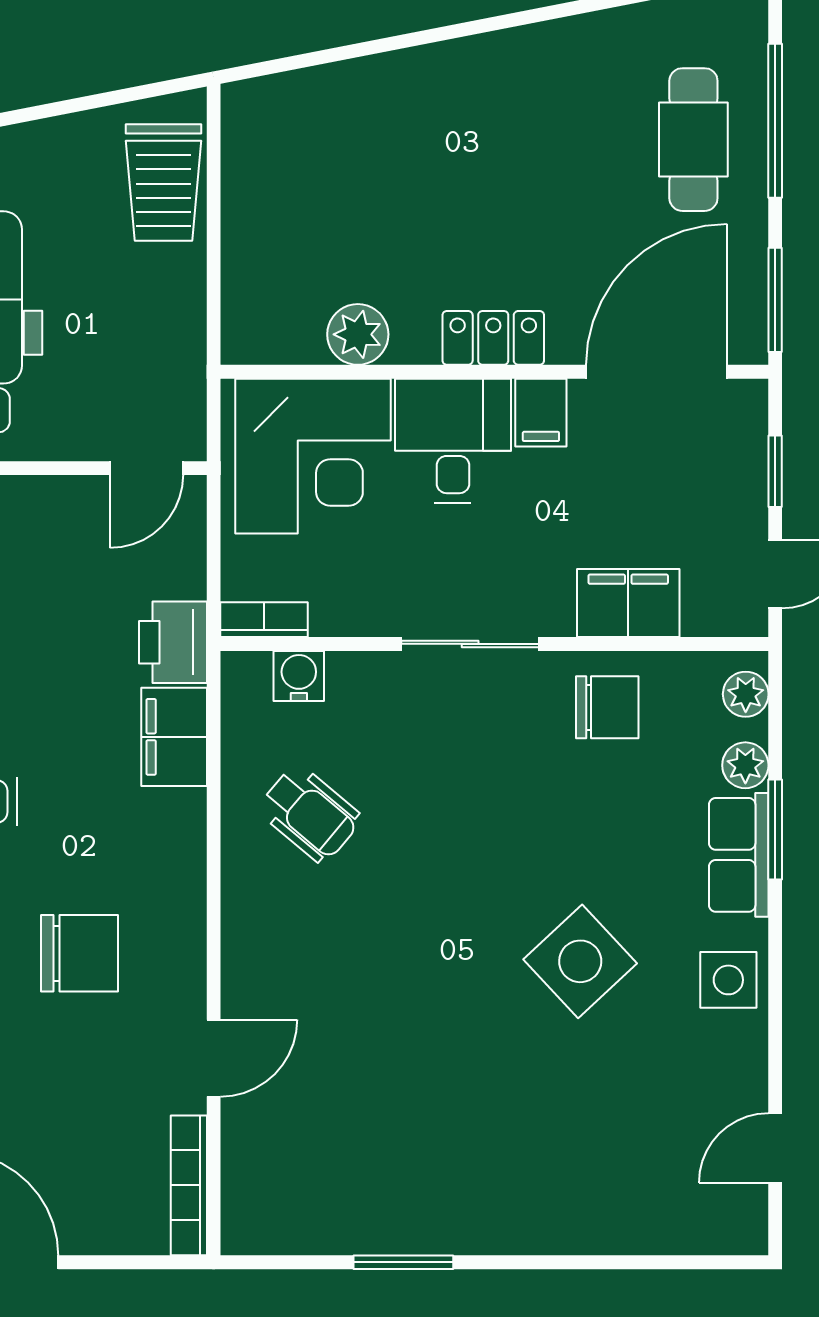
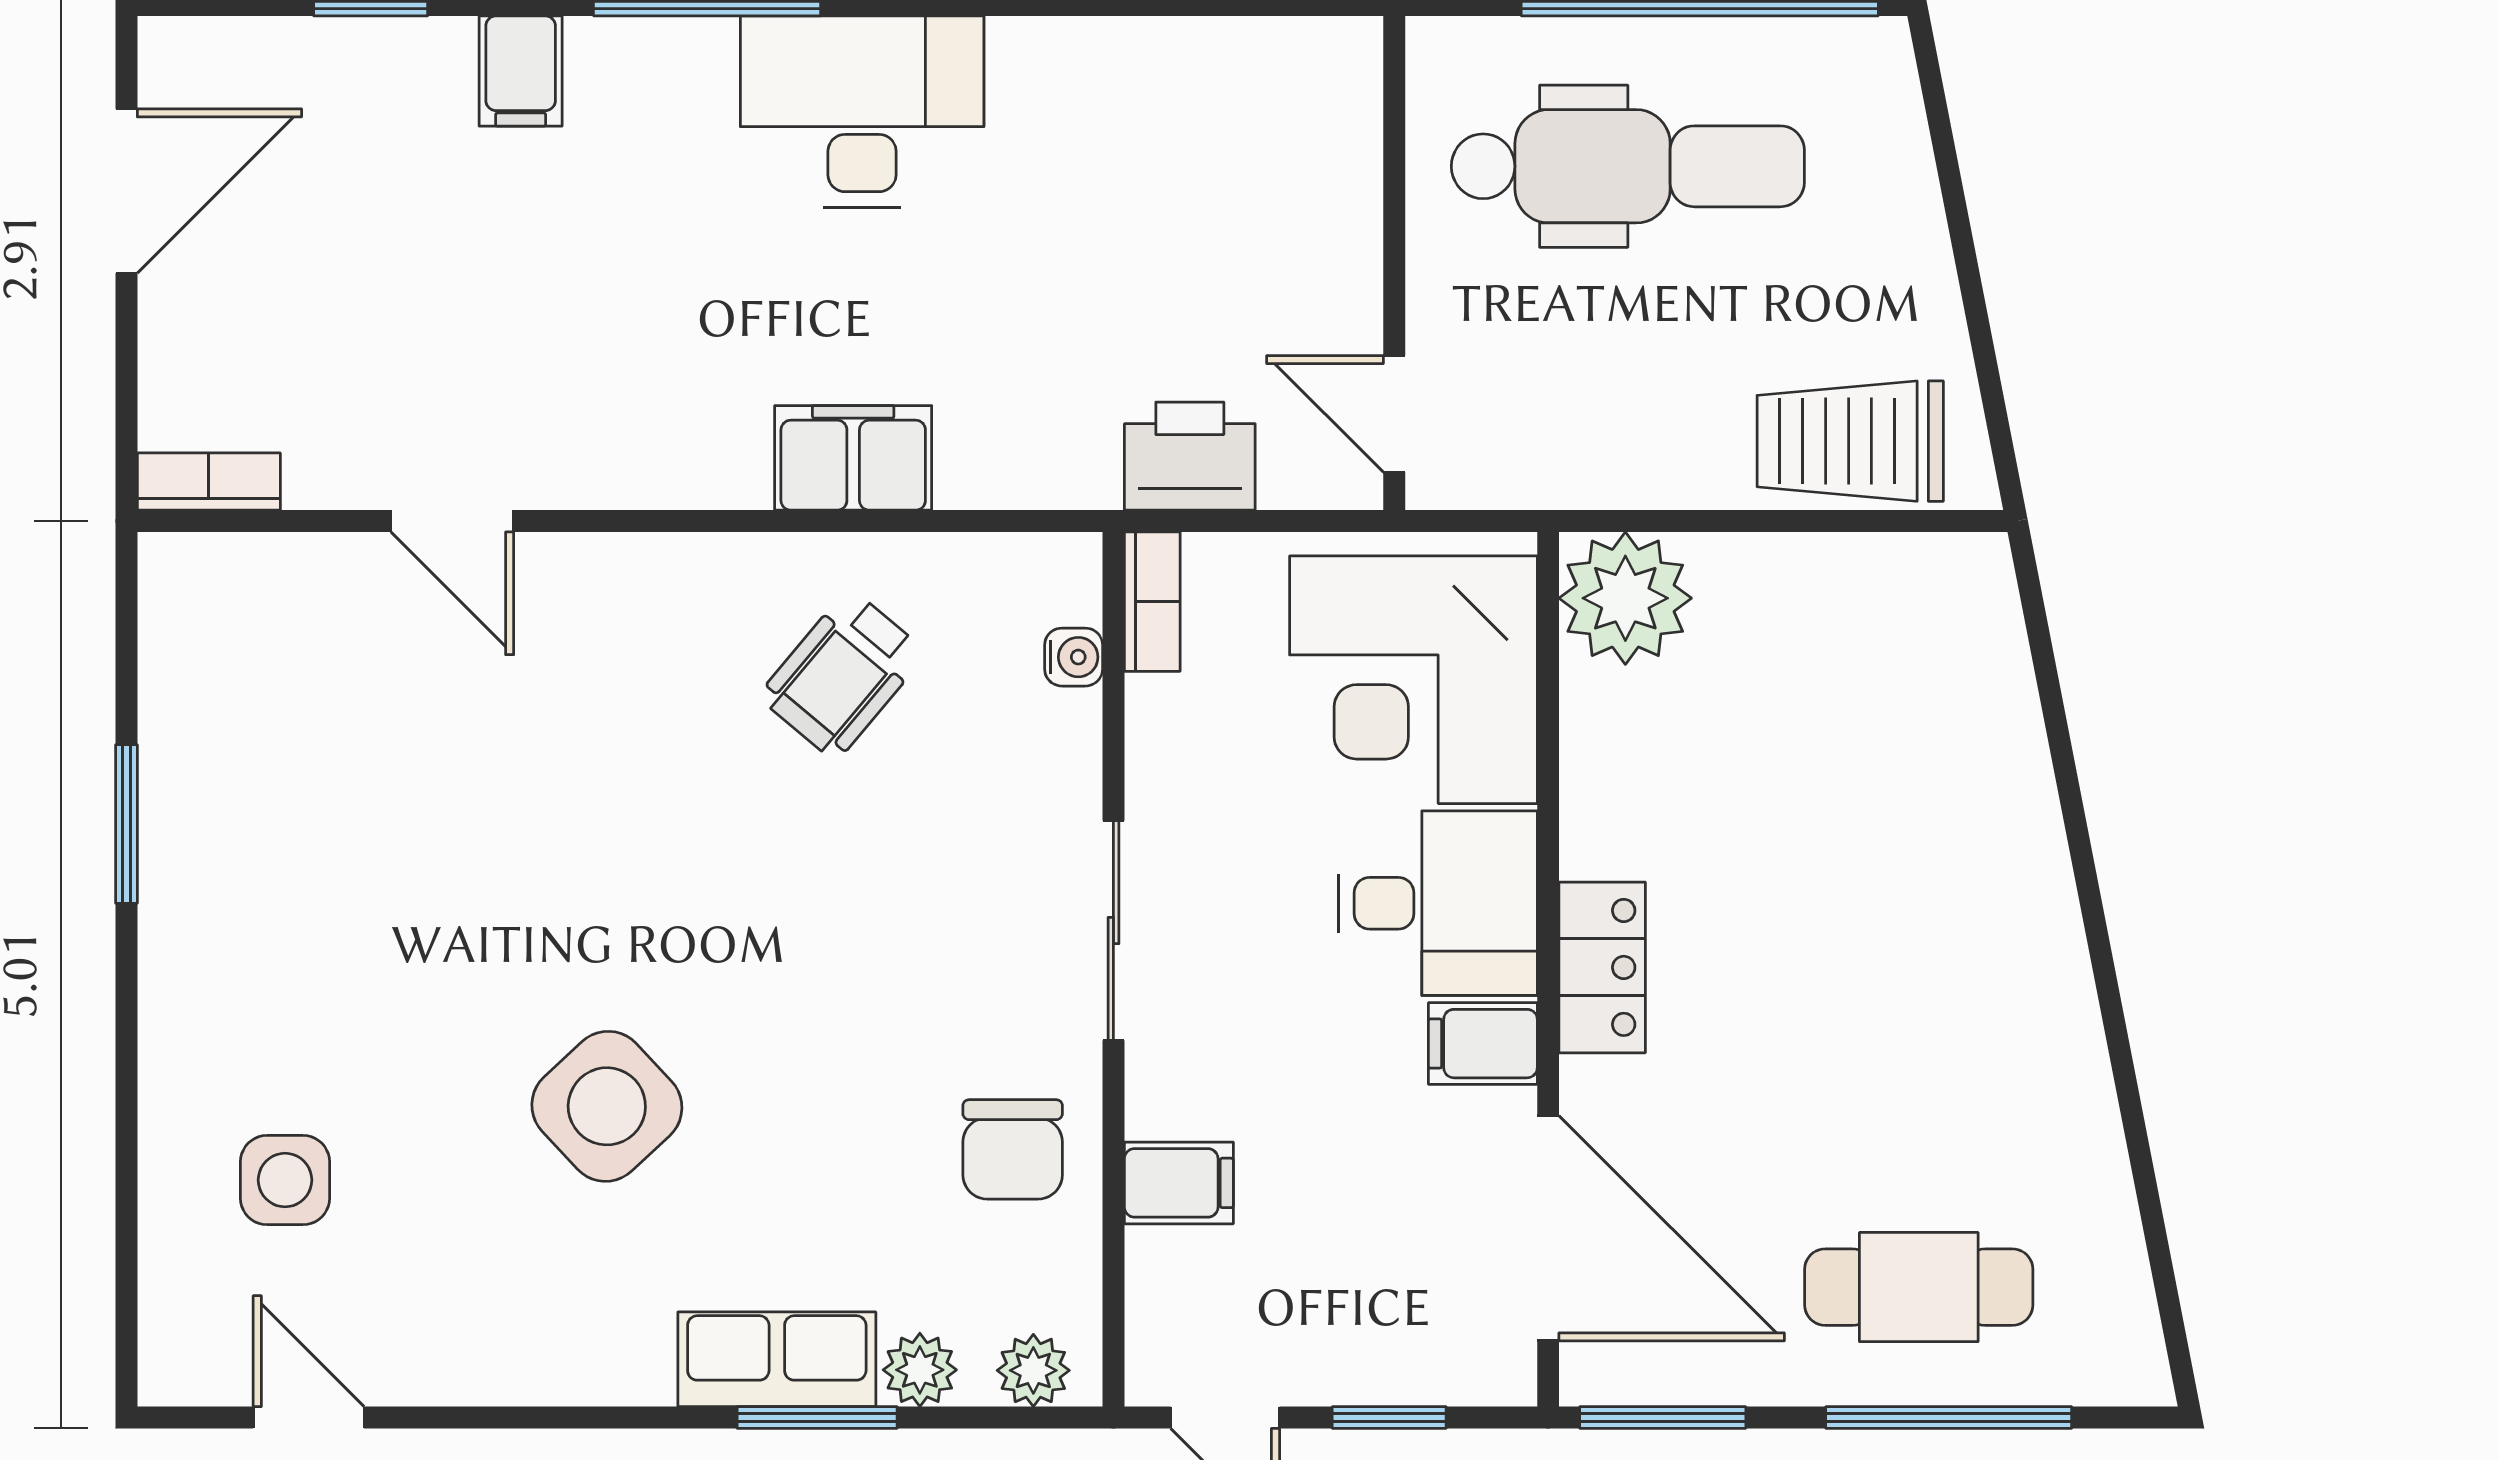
plant: (358, 334) -> (1625, 598), moved, width x1.36, depth x1.36
filing cabinet: (628, 603) -> (1179, 1183), width x0.50
printer: (173, 642) -> (1190, 456), moved
water cooler: (299, 676) -> (1074, 657), width x0.72, depth x0.72
filing cabinet: (174, 737) -> (853, 458), moved
chair: (79, 953) -> (620, 307), removed
side table: (728, 980) -> (285, 1180), moved
bookcase: (189, 1185) -> (209, 482), width x0.64

